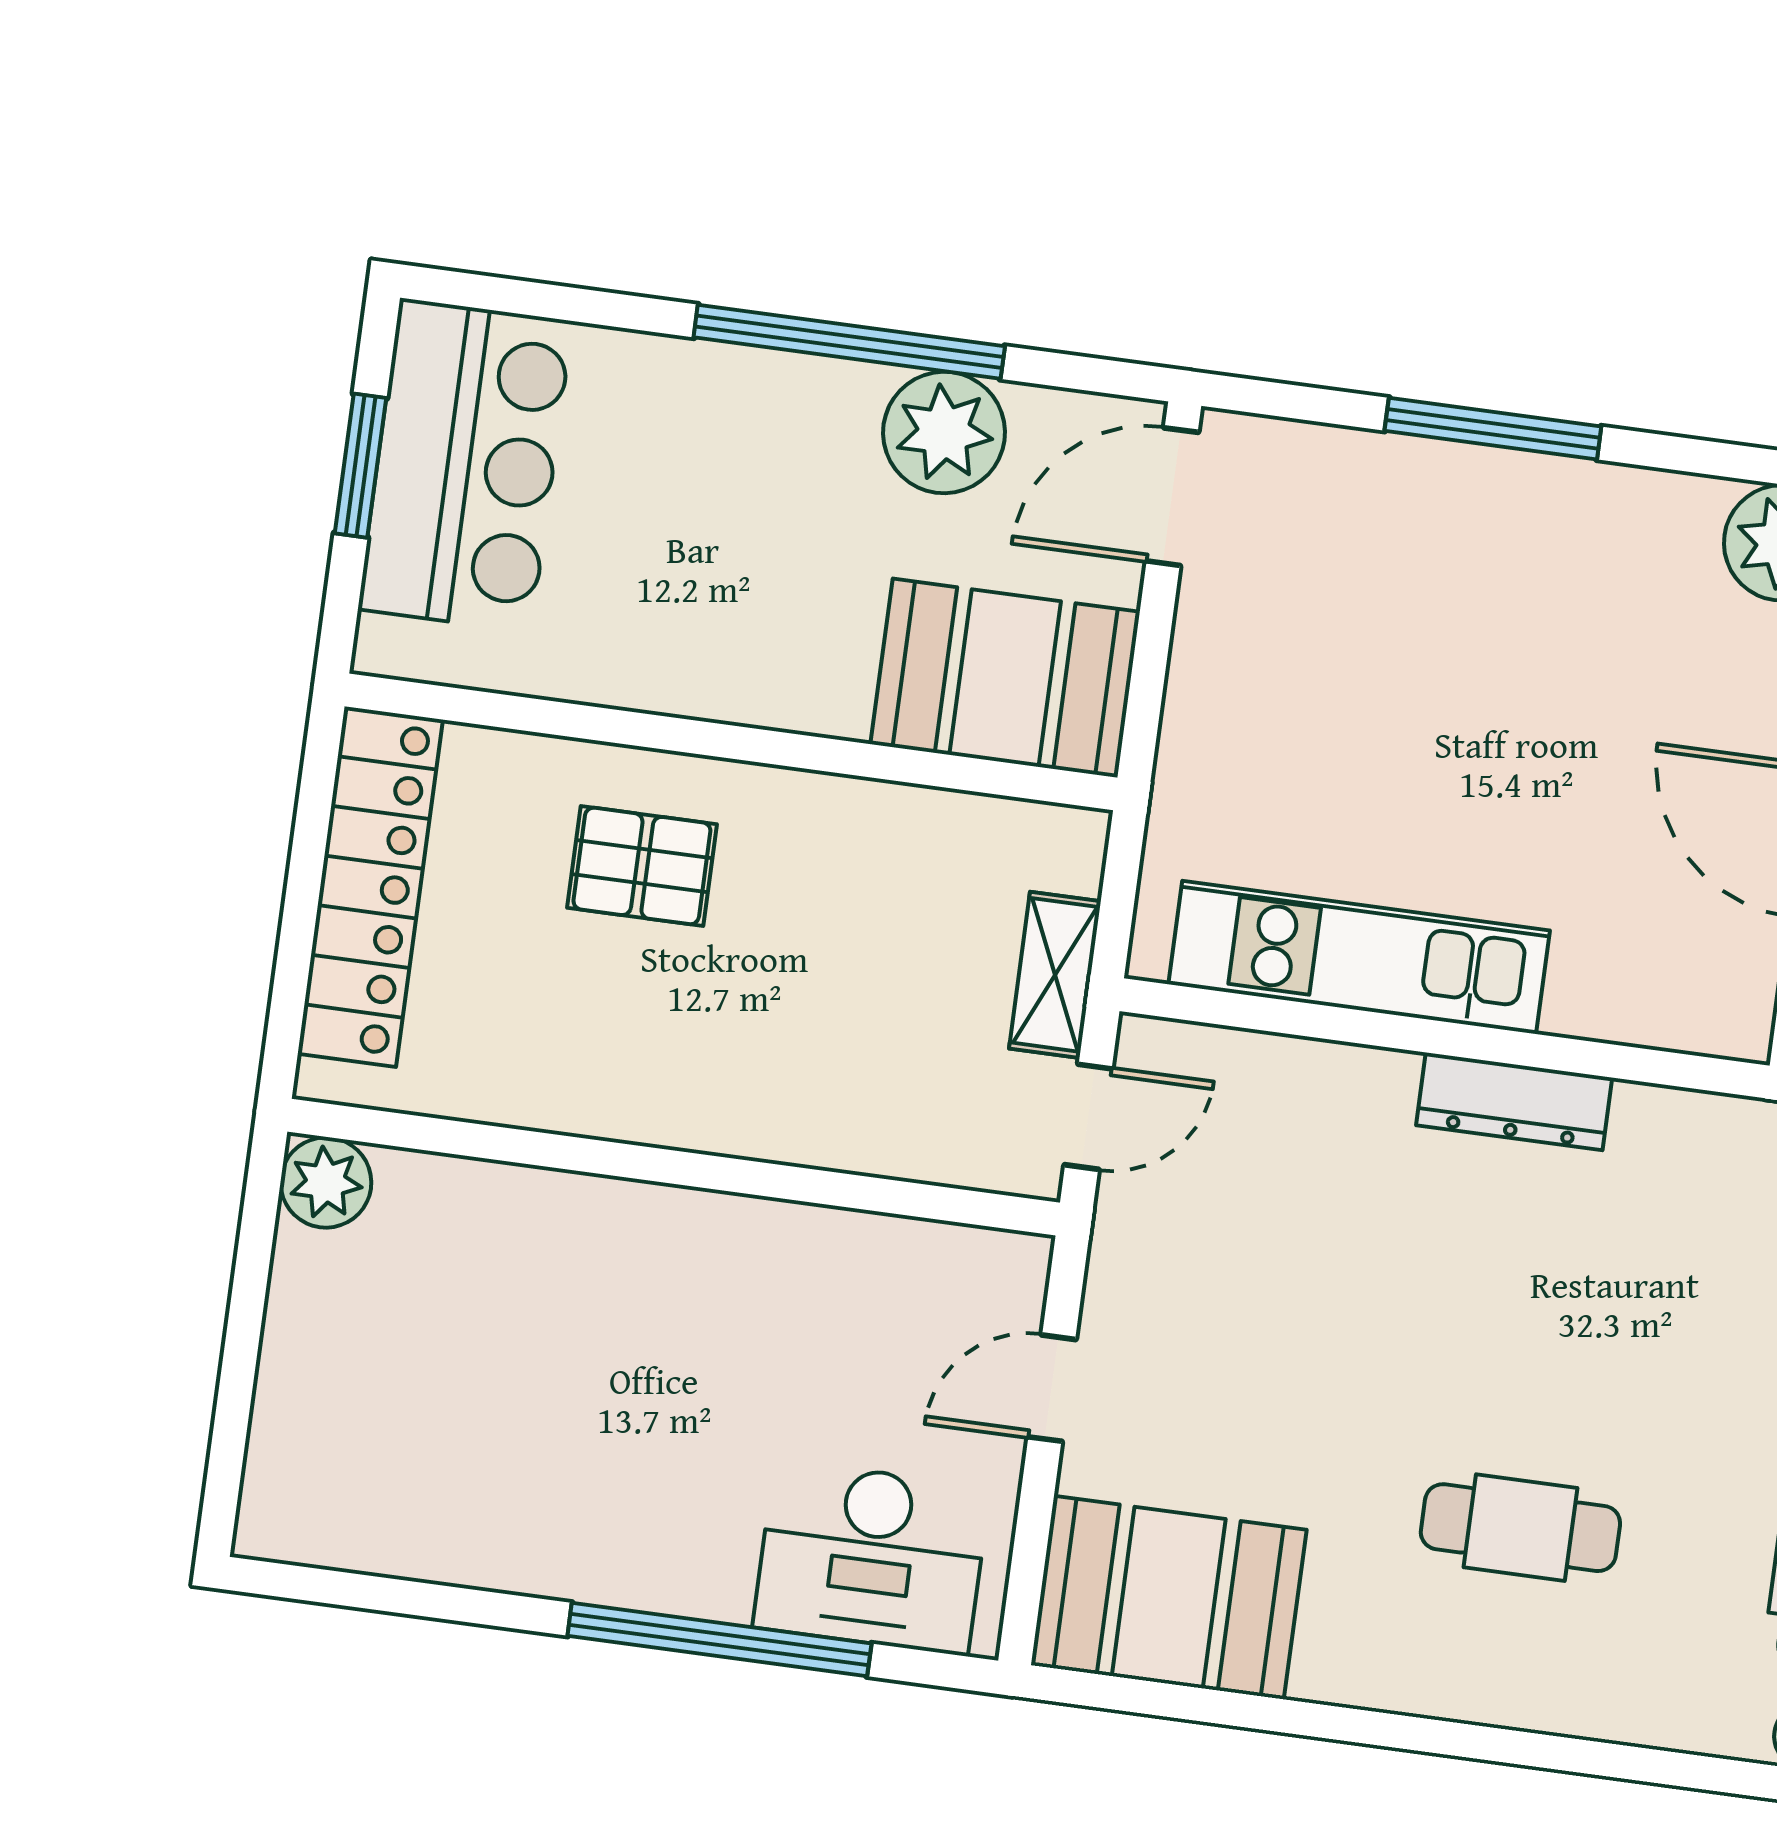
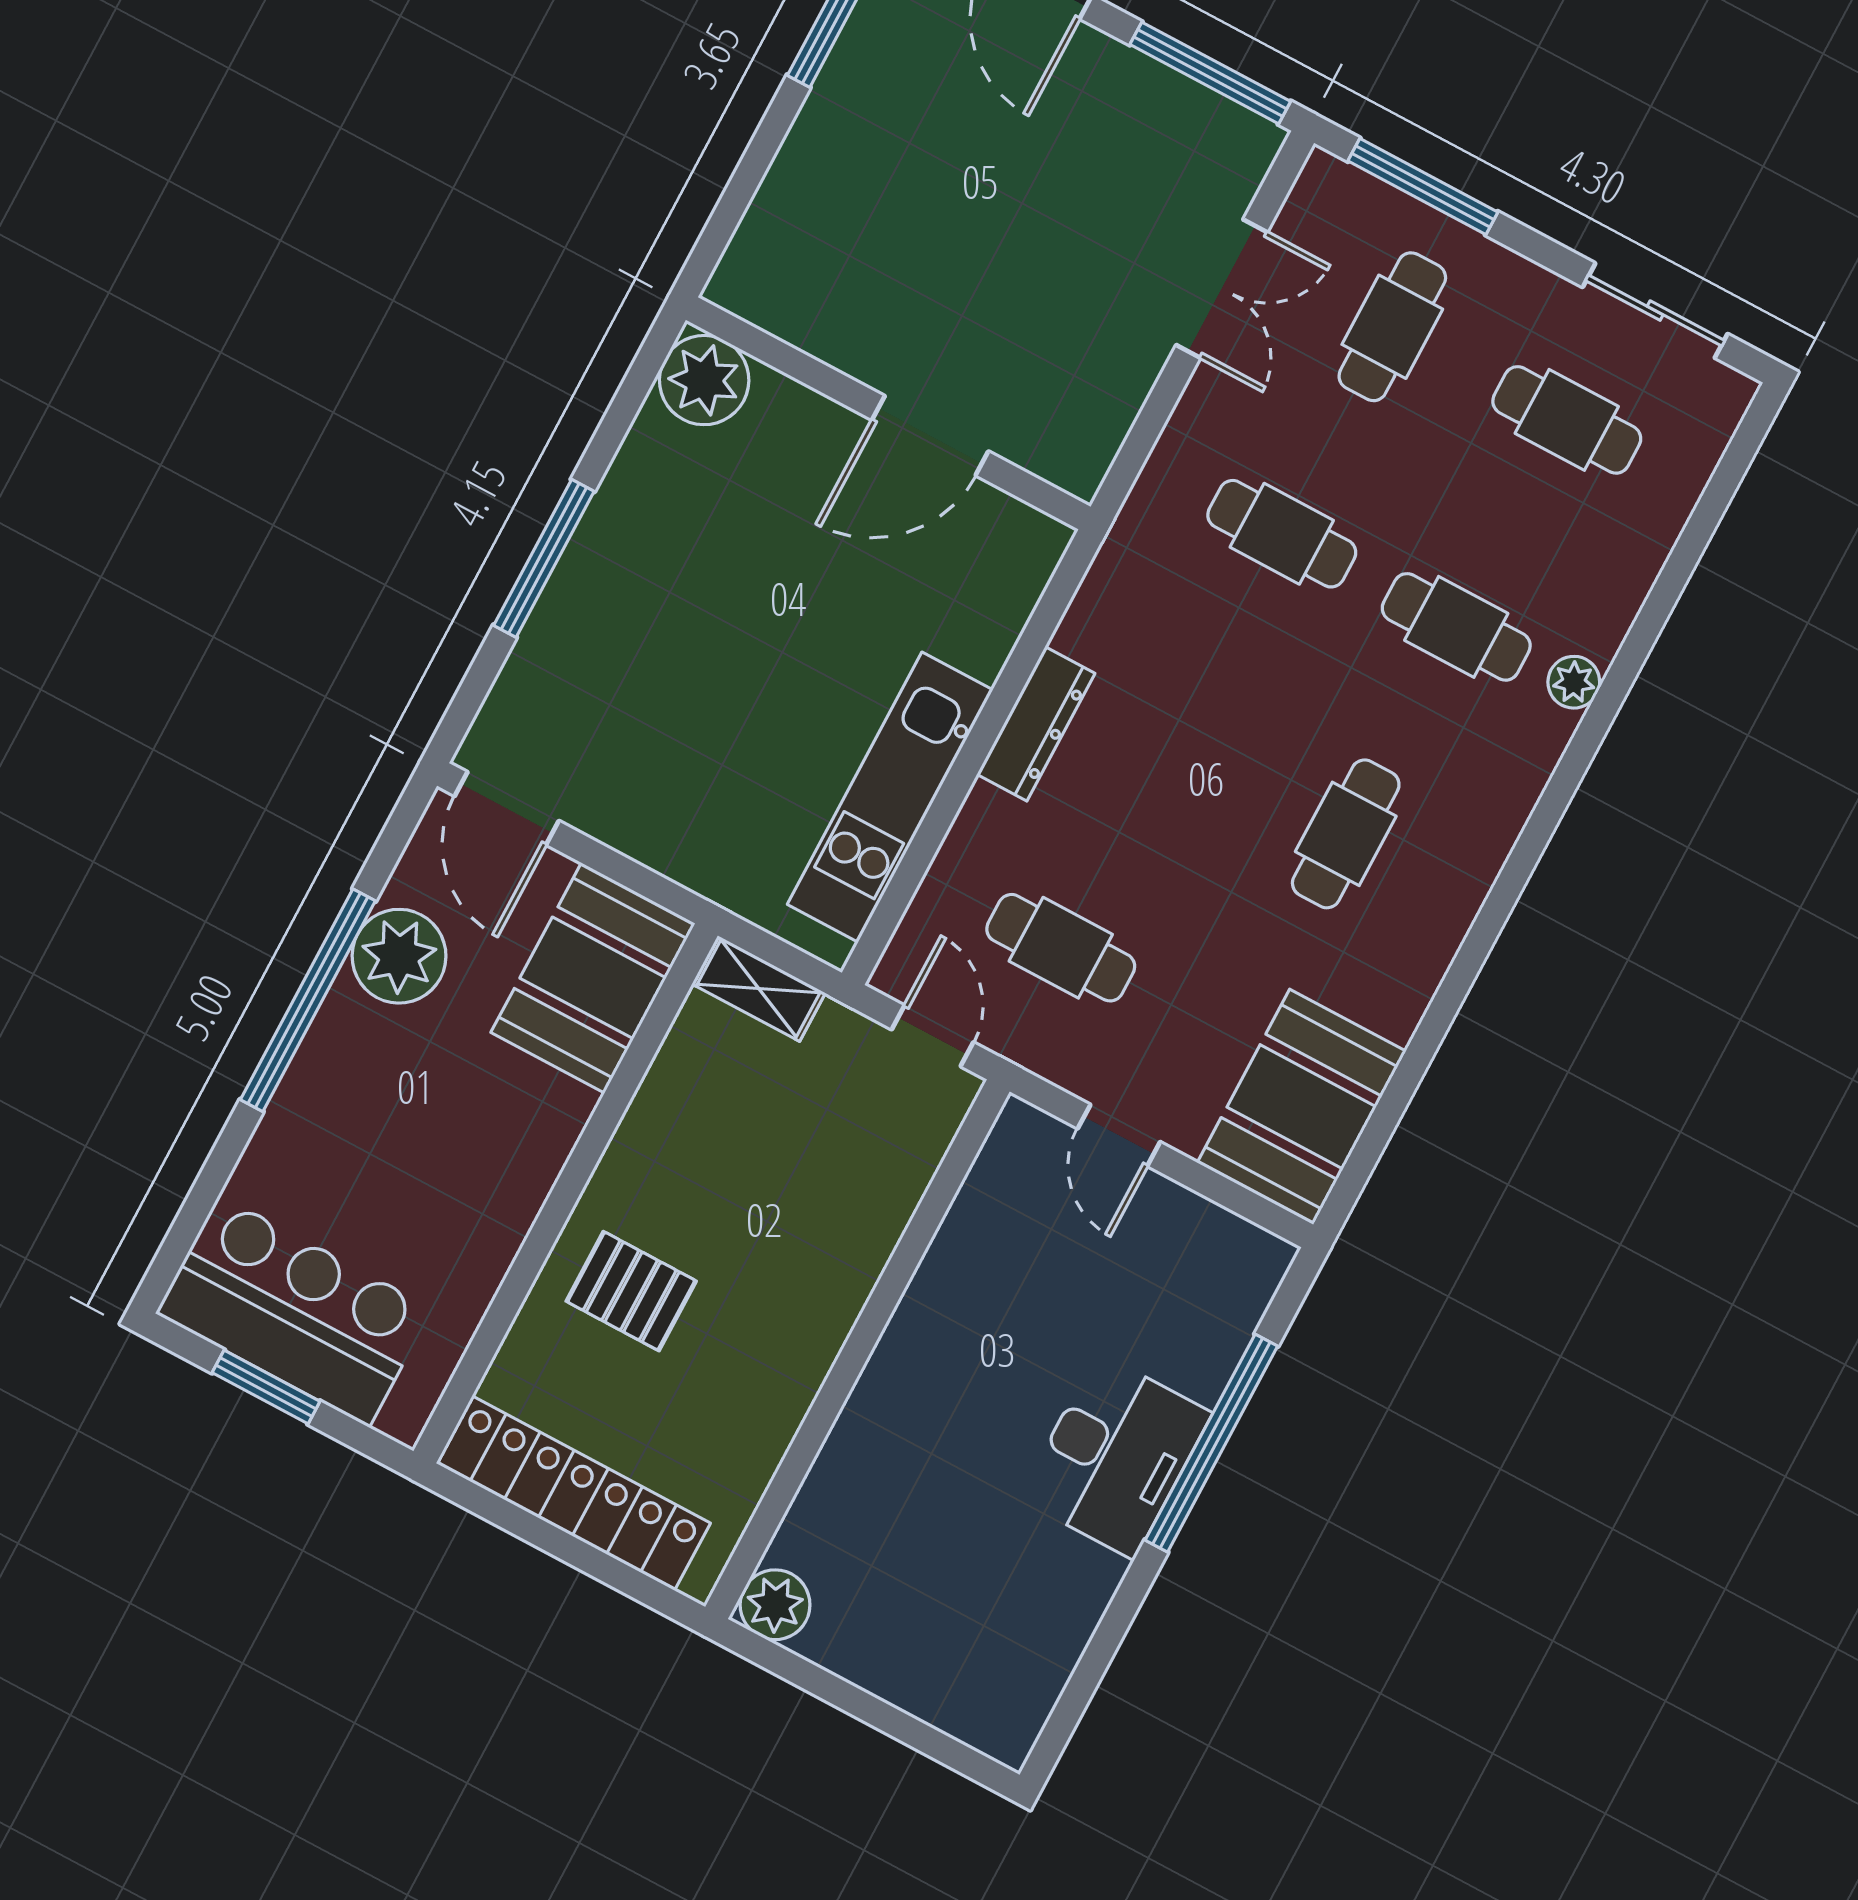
pallet: (642, 866) -> (631, 1291), turned 90
shelving: (1055, 975) -> (759, 988), moved
cafe table: (1253, 1233) -> (1061, 948), added
desk: (871, 1557) -> (1115, 1456), moved

